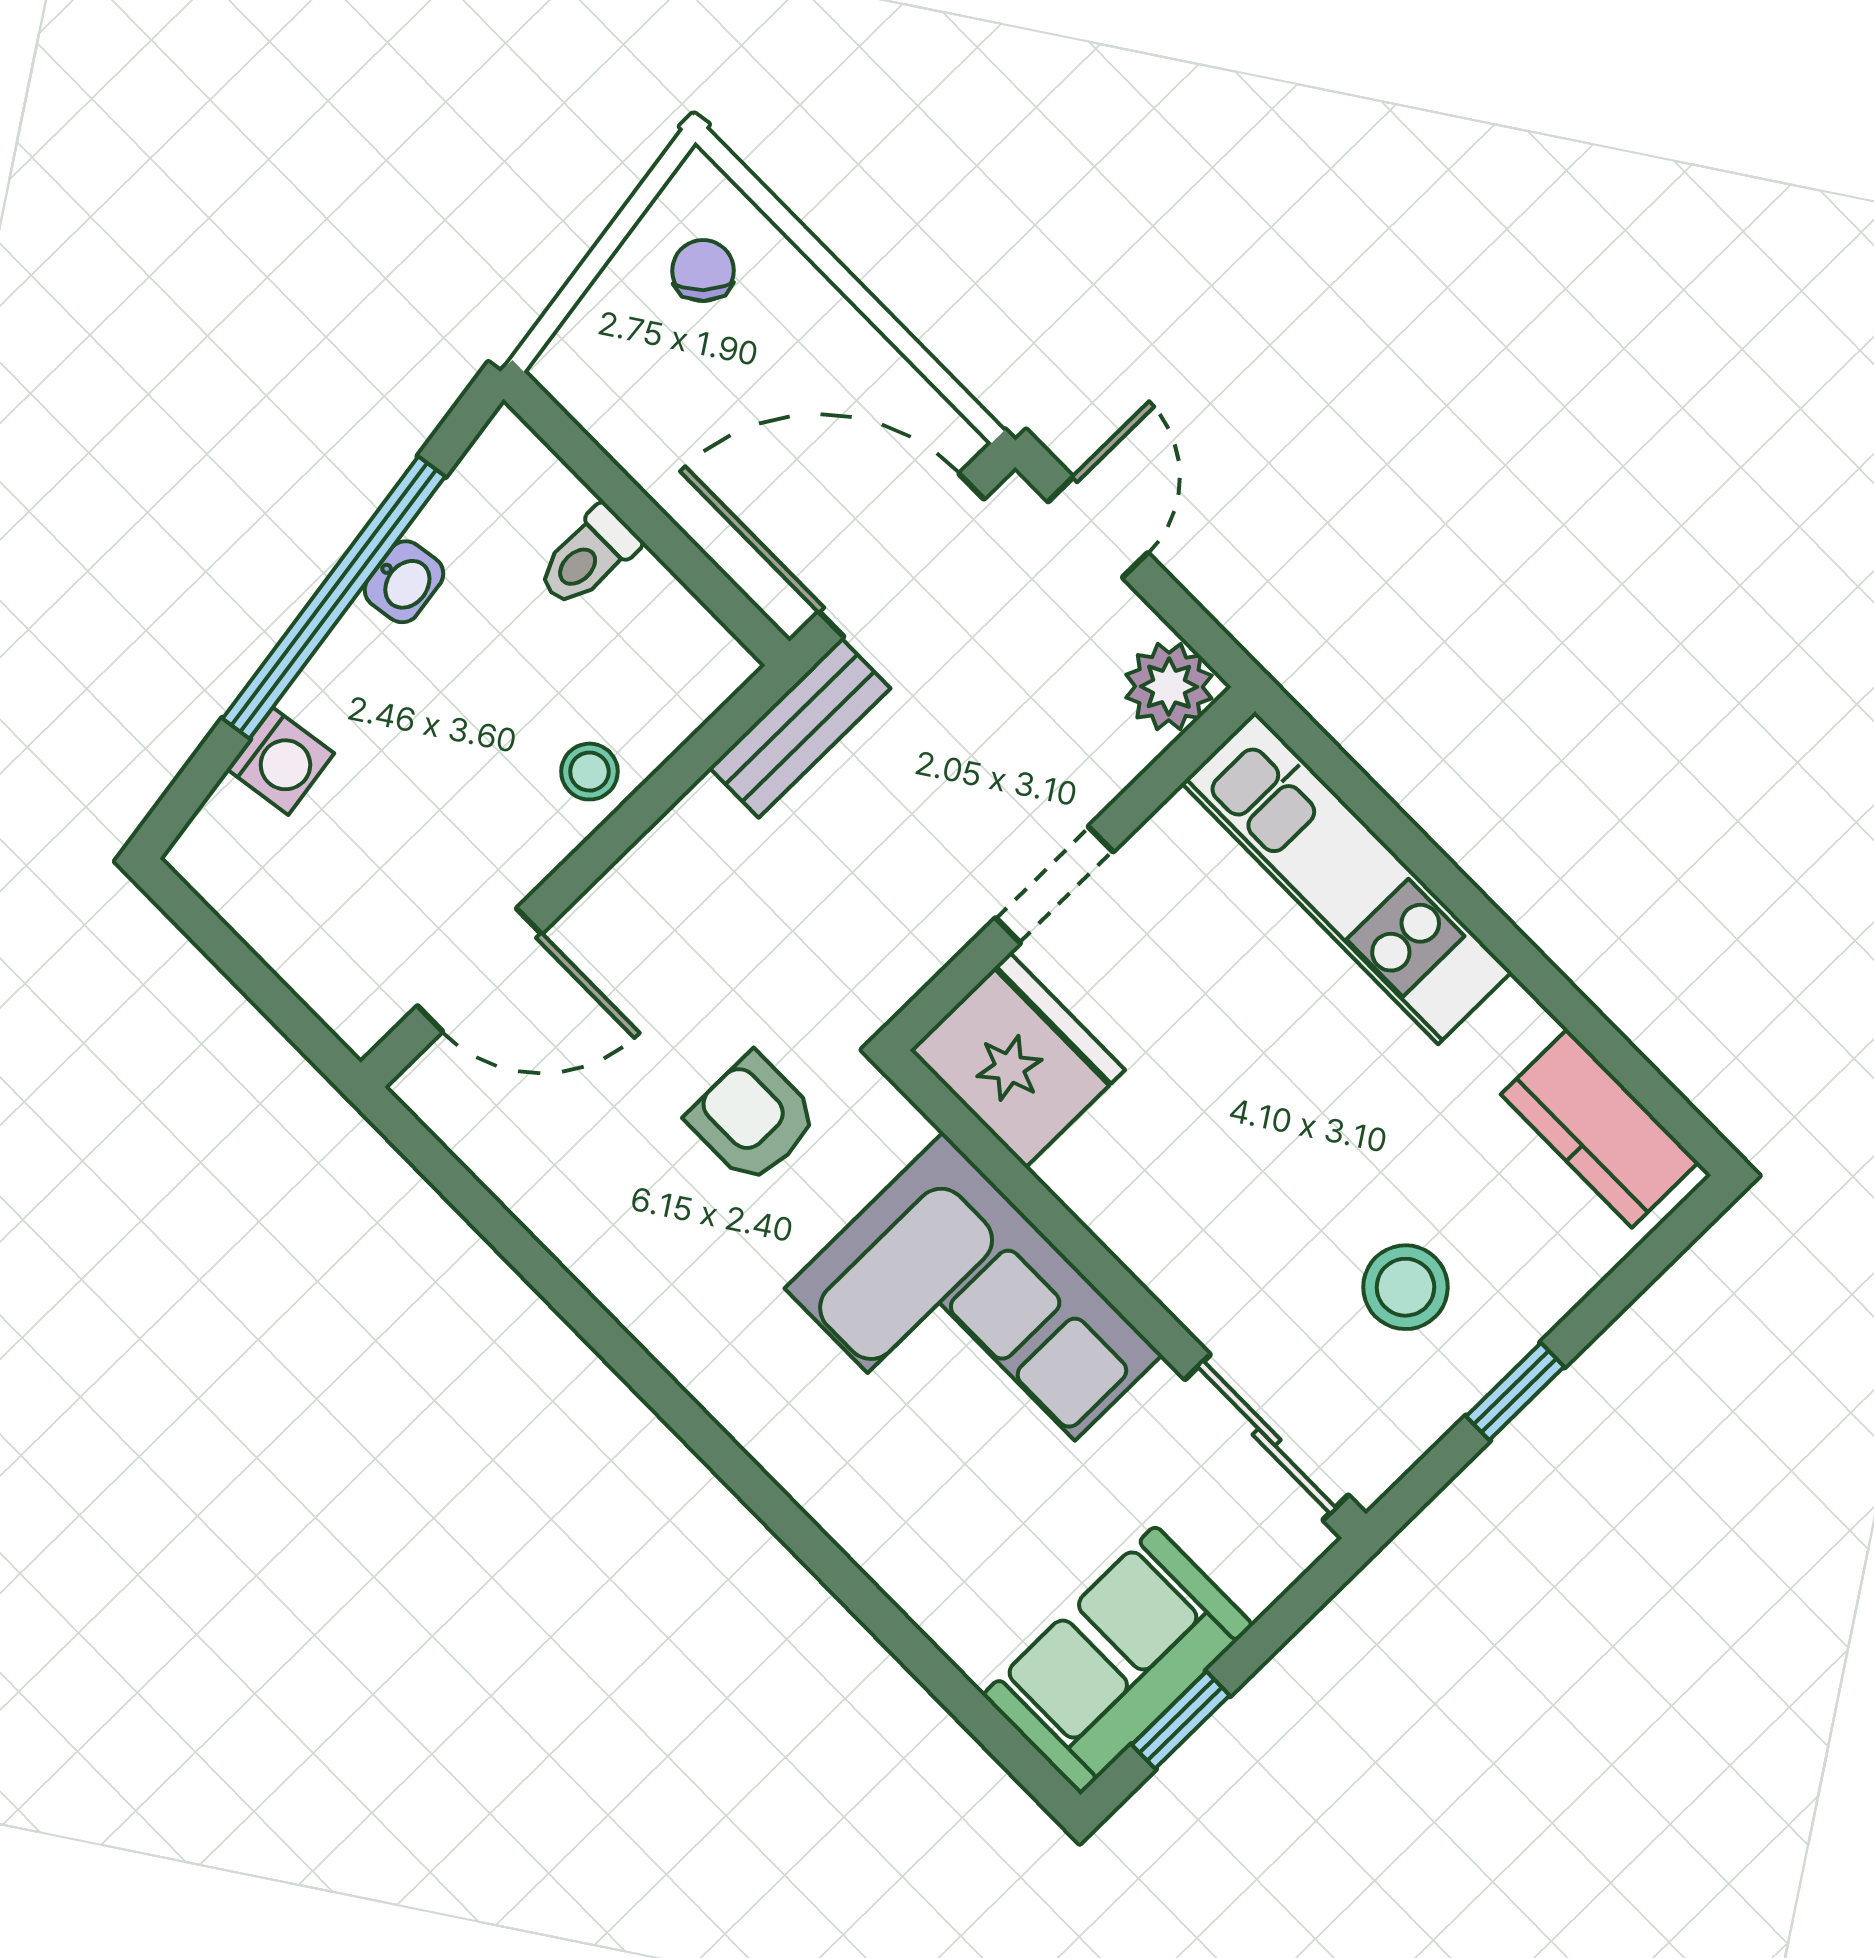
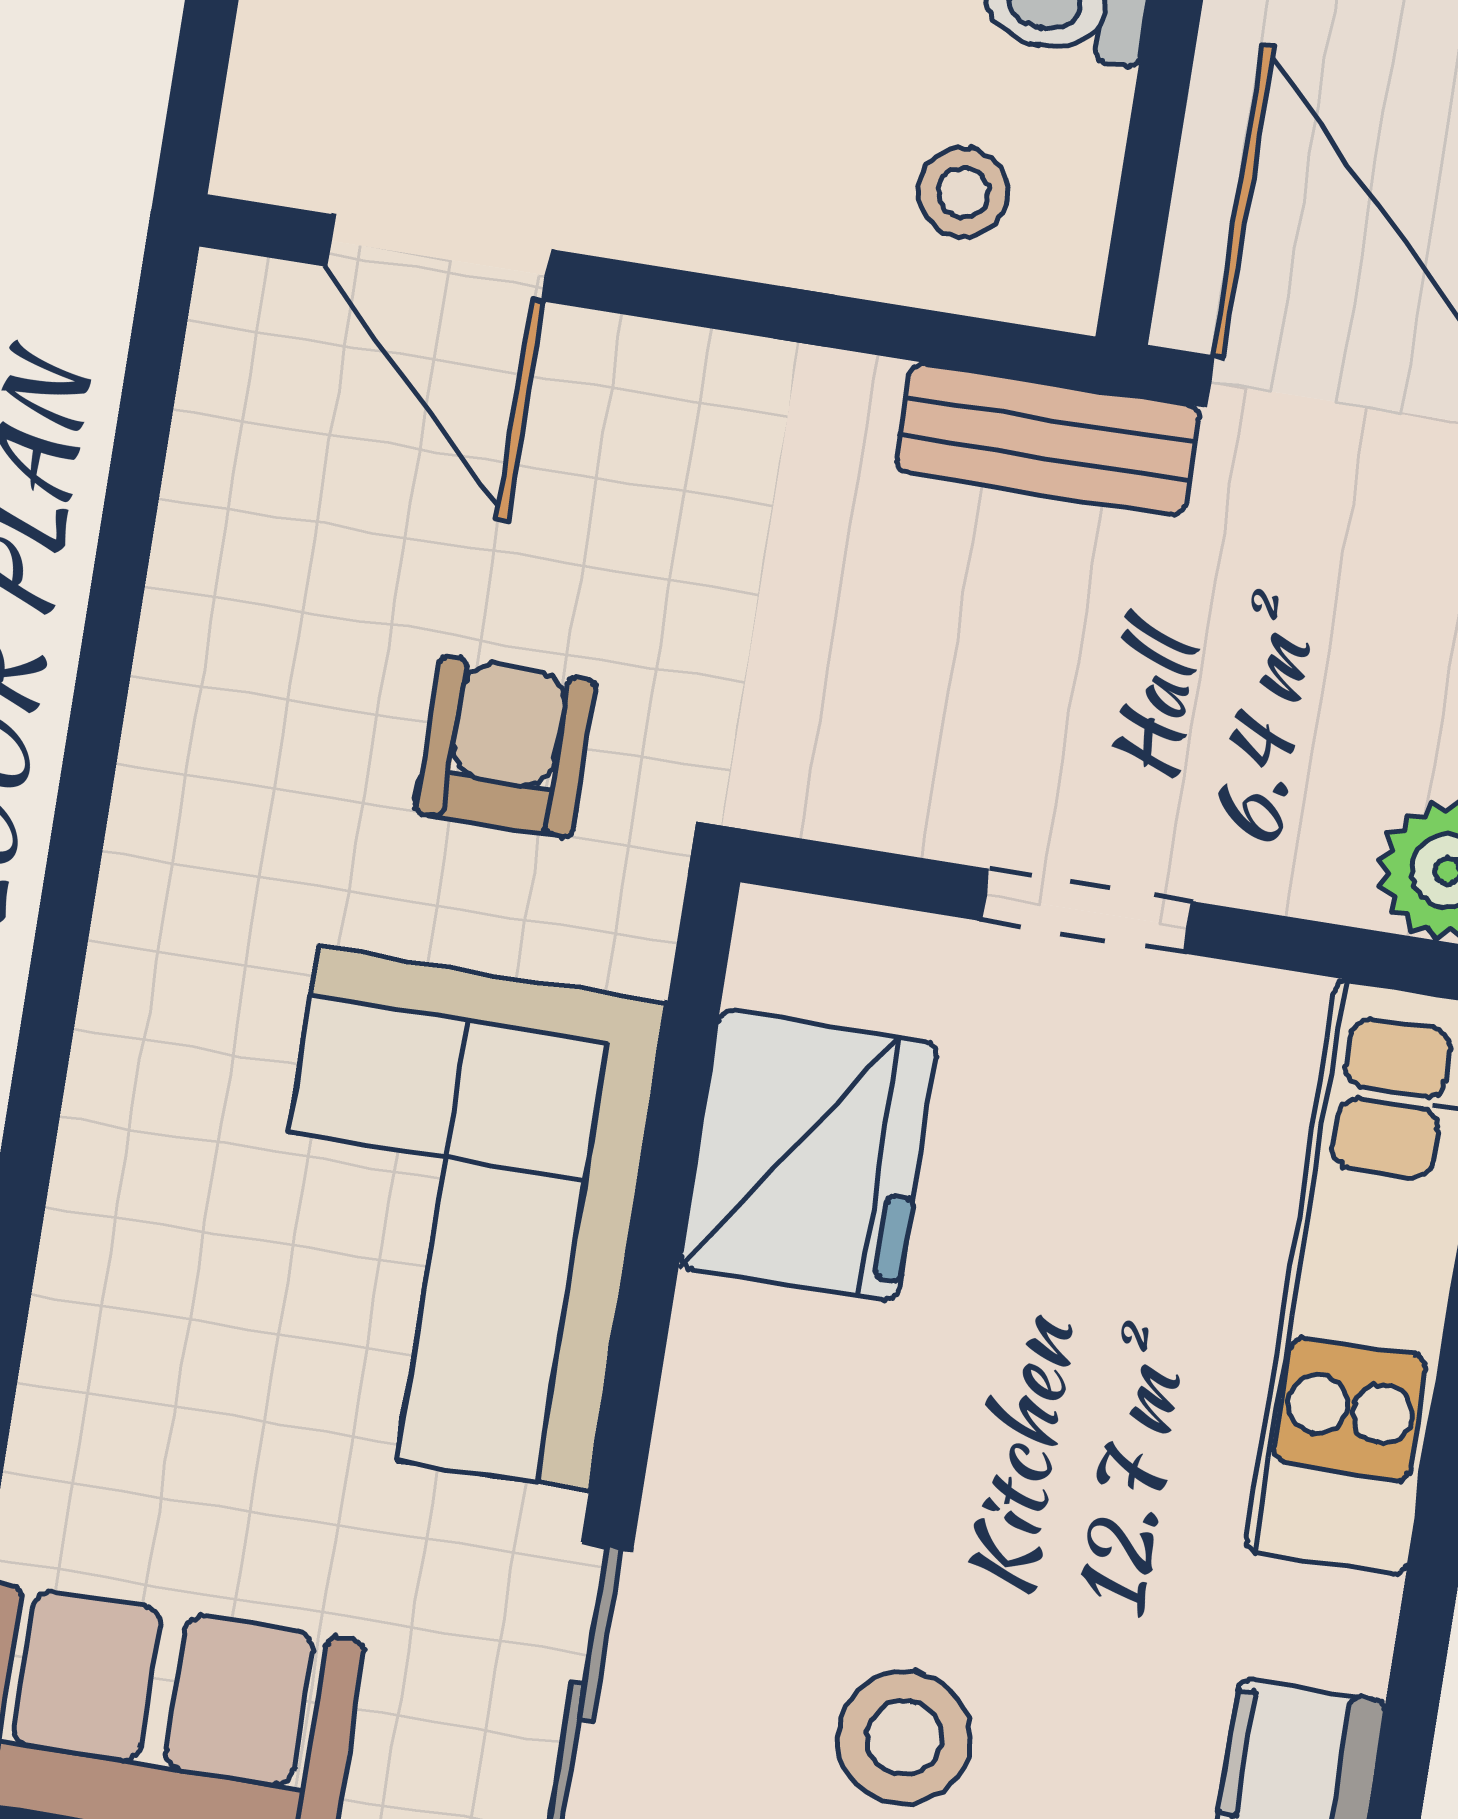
stool: (589, 772) -> (964, 193), moved
fridge: (1017, 1060) -> (809, 1156), moved

